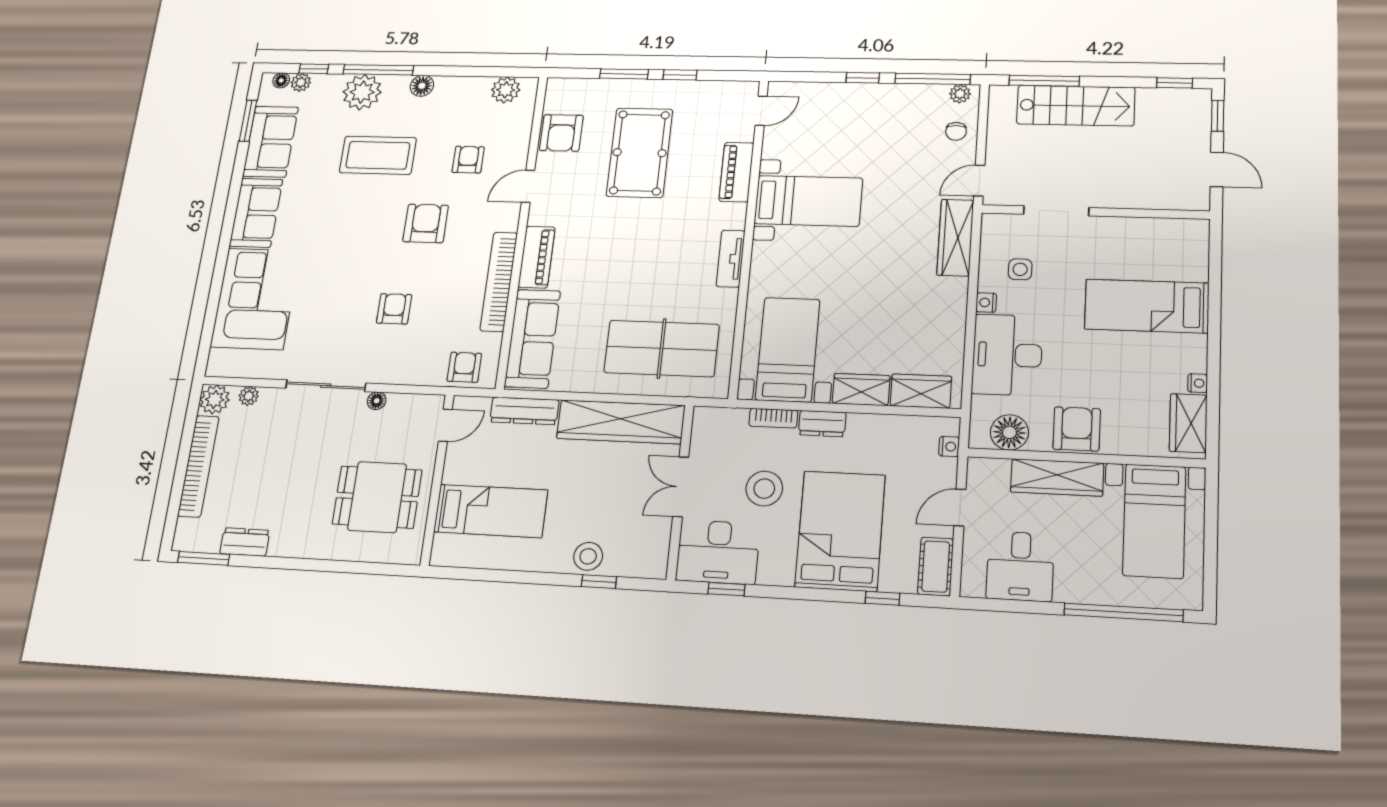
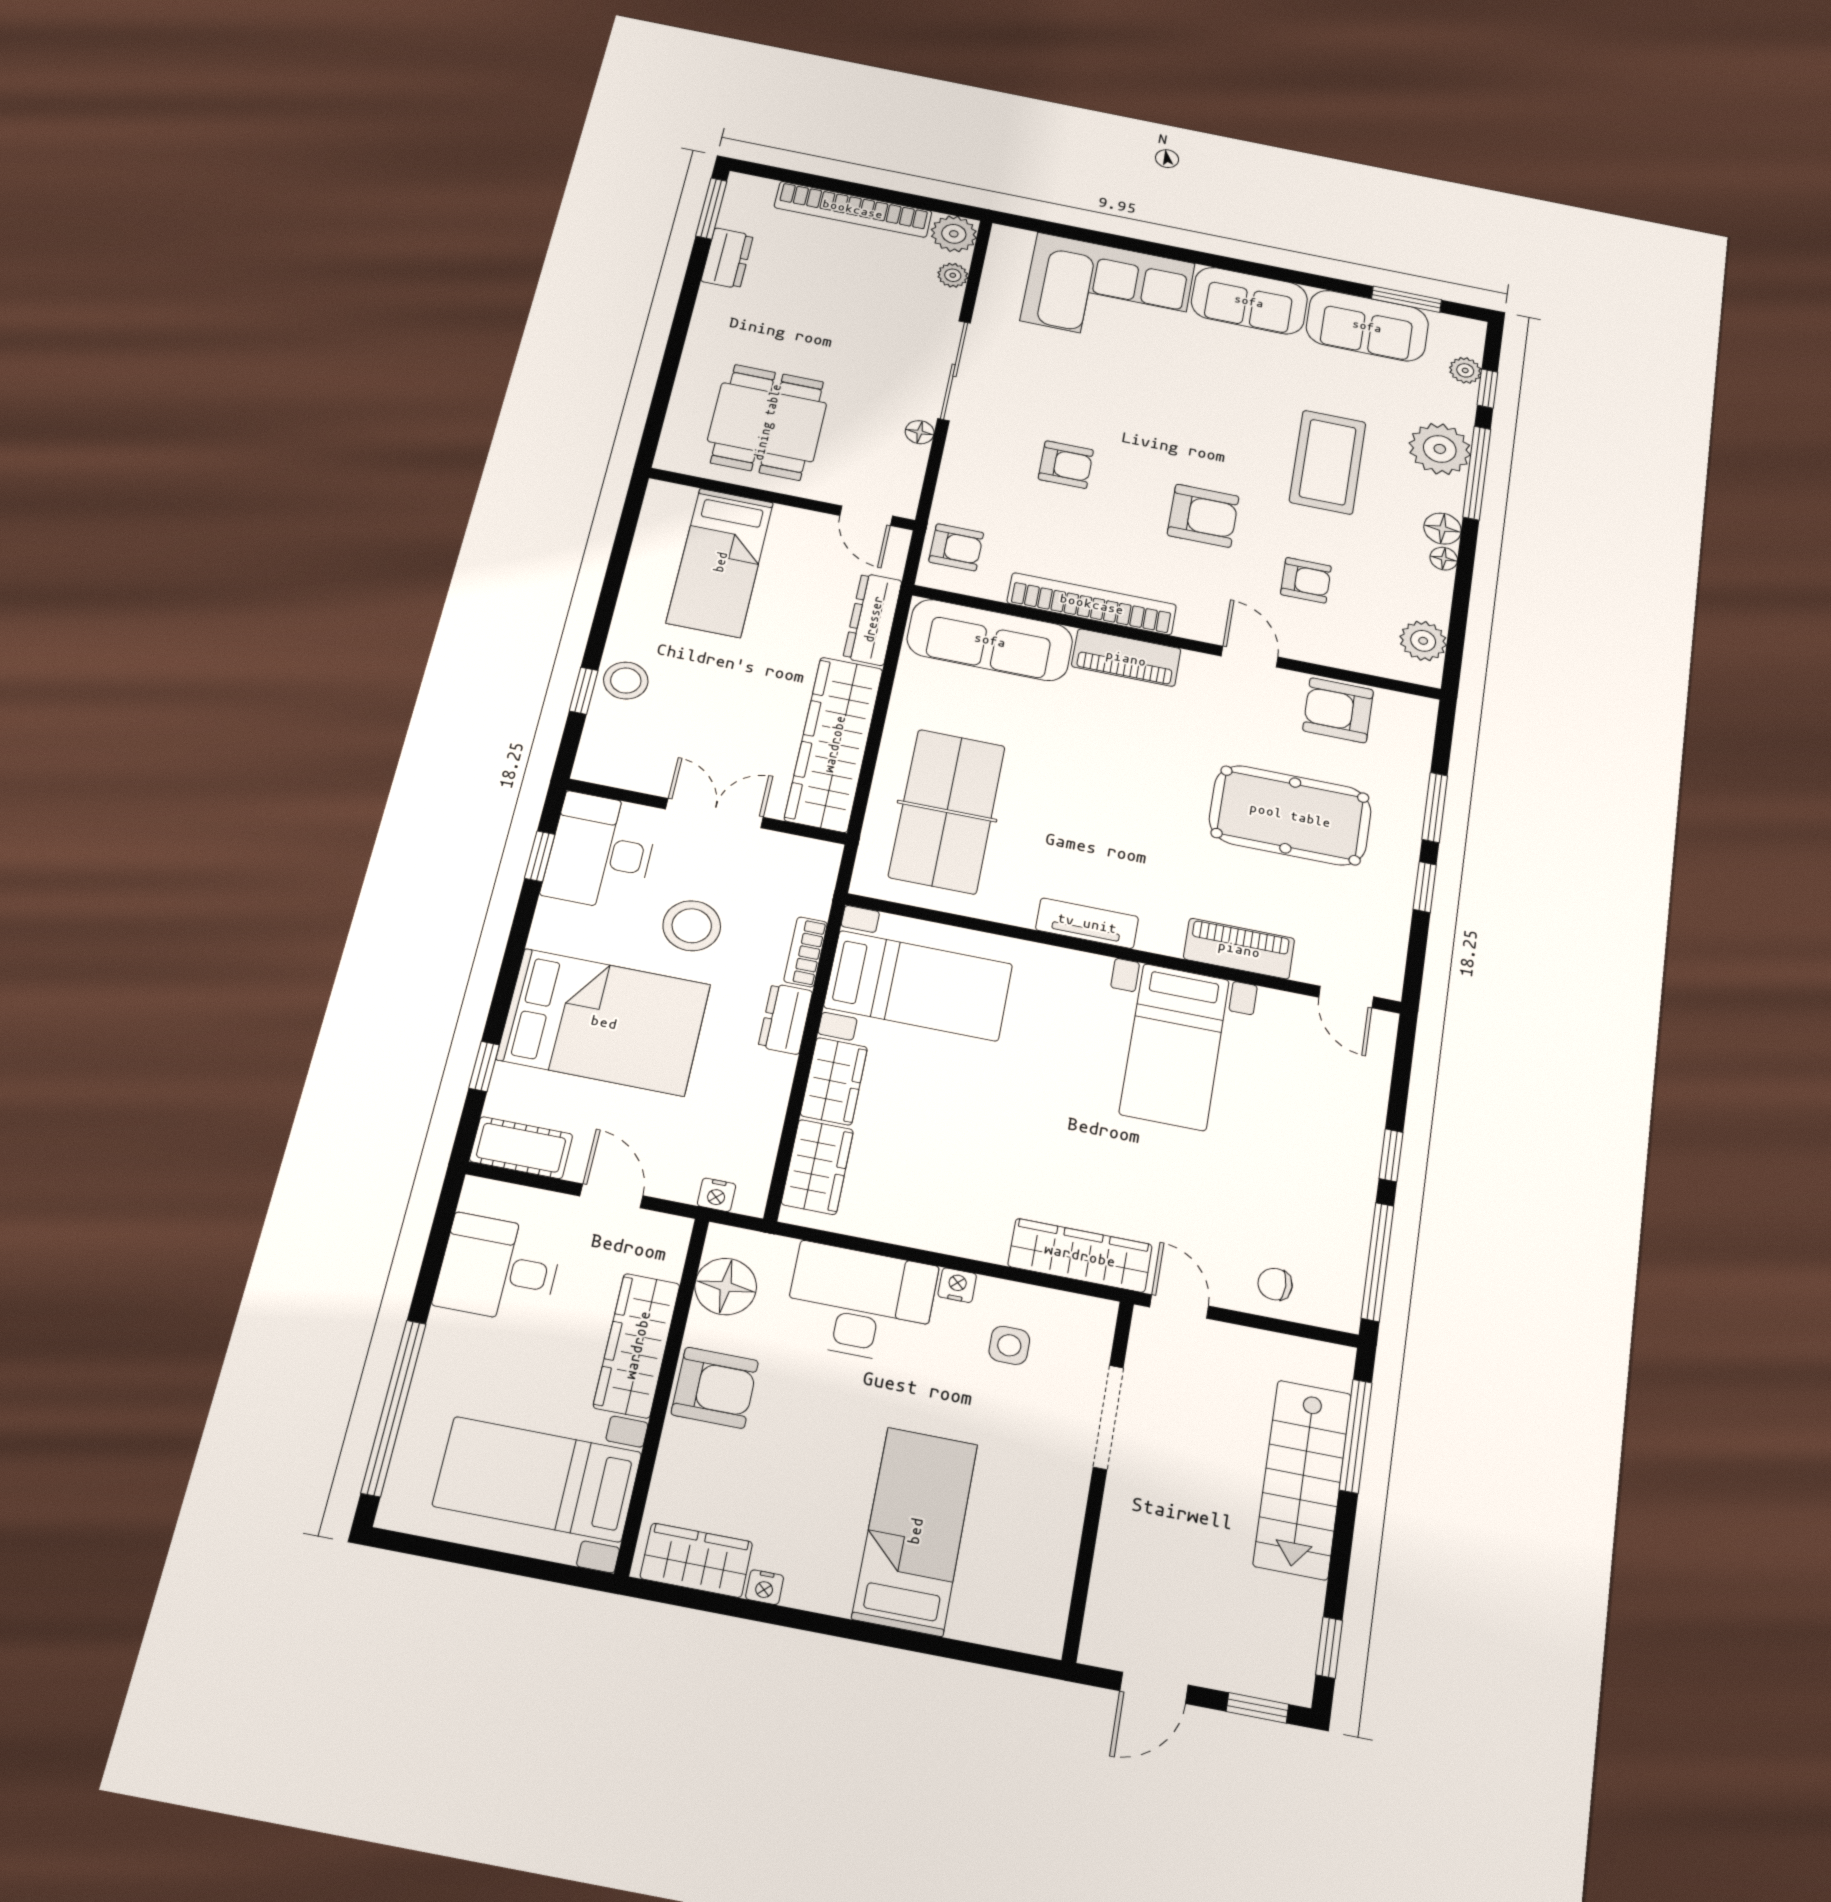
floor lamp: (281, 80) -> (1444, 559), moved
plant: (960, 94) -> (1345, 1300), removed

